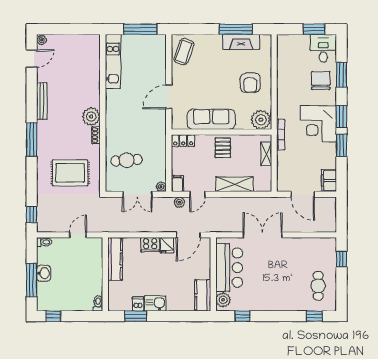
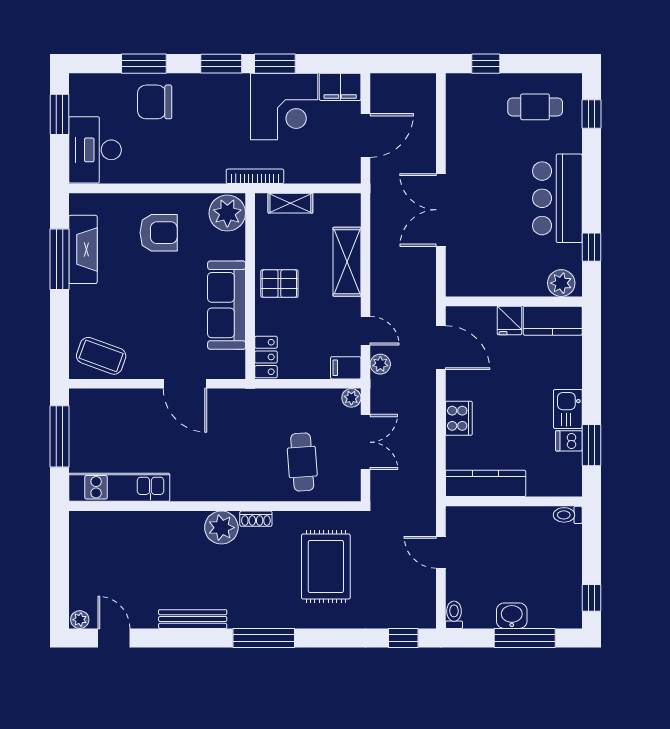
desk: (323, 48) -> (95, 150), moved, width x1.37
corner desk: (318, 124) -> (284, 106), moved
fridge: (167, 245) -> (509, 321), moved, turned 90
bar counter: (229, 268) -> (557, 198), moved, turned -90

